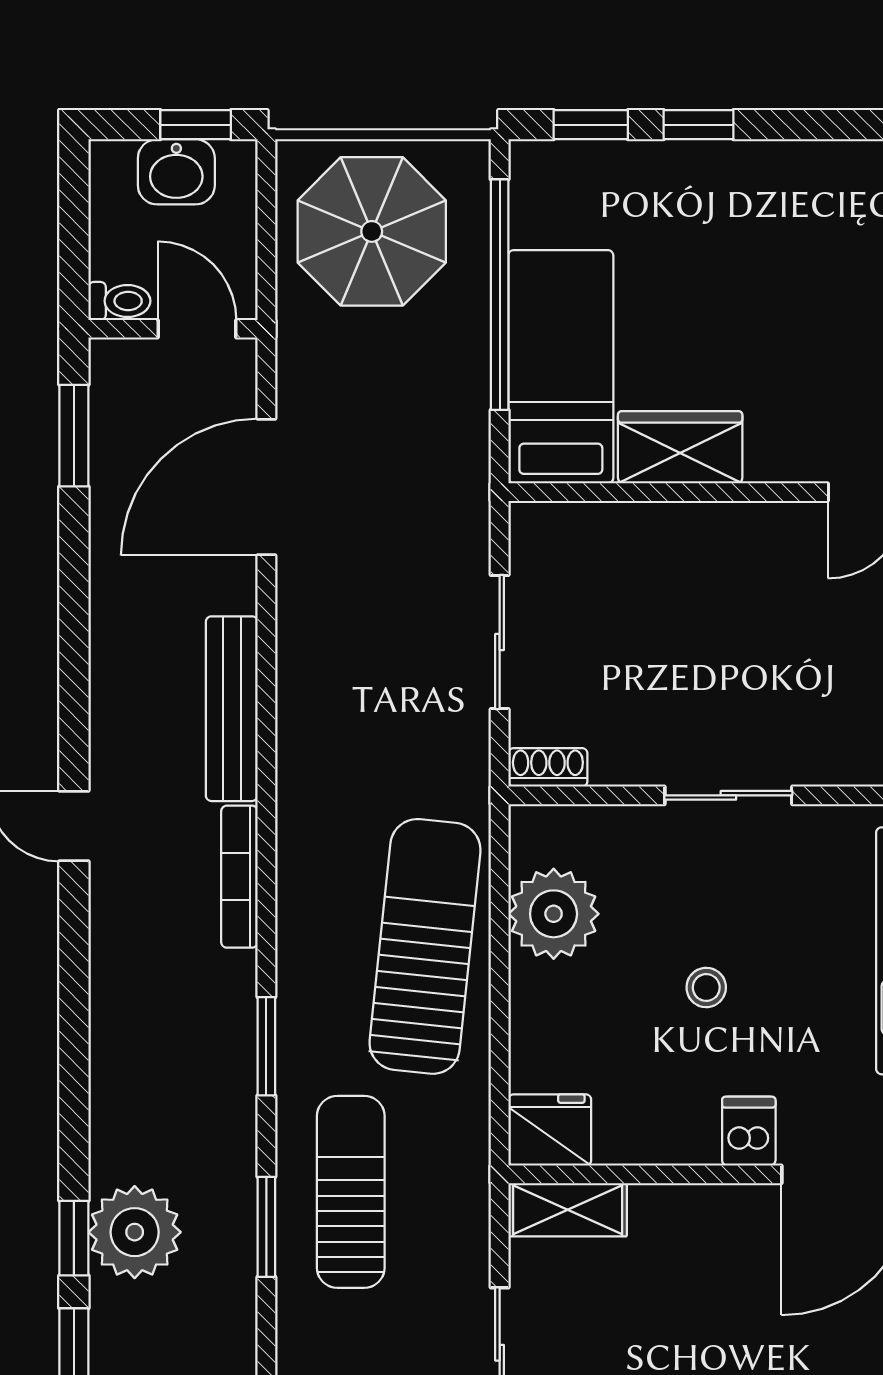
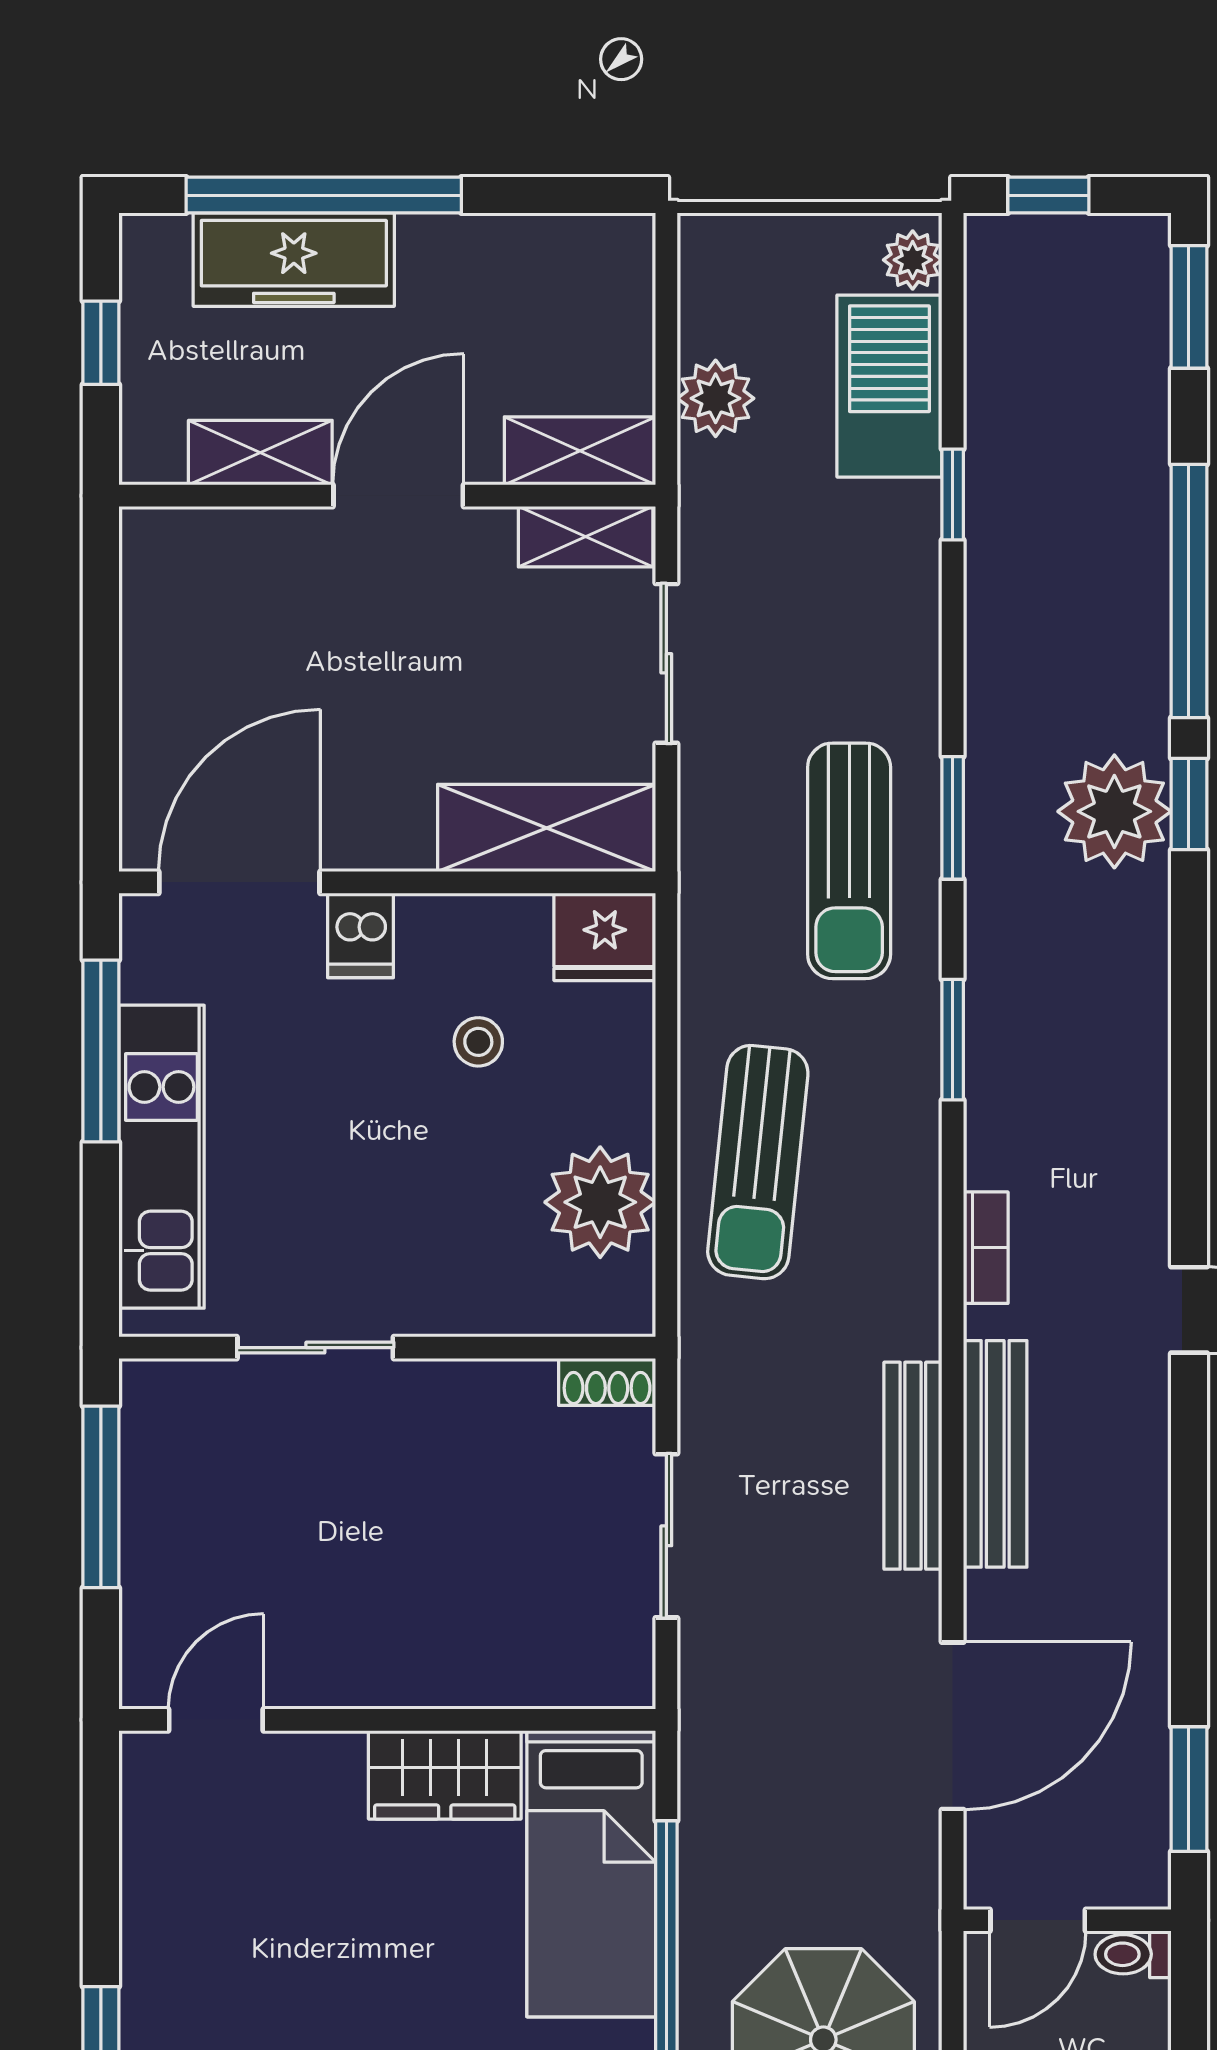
door: (197, 329) -> (1038, 1920), hinge flipped
bench: (299, 699) -> (913, 1466), added
sliding door: (728, 795) -> (315, 1348), moved
bookcase: (239, 877) -> (986, 1248), width x0.64
sun lounger: (425, 946) -> (758, 1162), width x0.73, depth x0.75
stool: (706, 988) -> (478, 1042), moved
shelving: (568, 1210) -> (547, 828), width x1.50, depth x1.33

